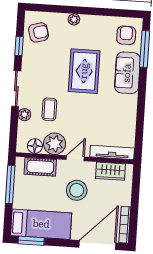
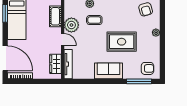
sofa: (127, 73) -> (108, 71), moved
floor lamp: (35, 146) -> (69, 12), removed
stool: (77, 190) -> (41, 42), removed

